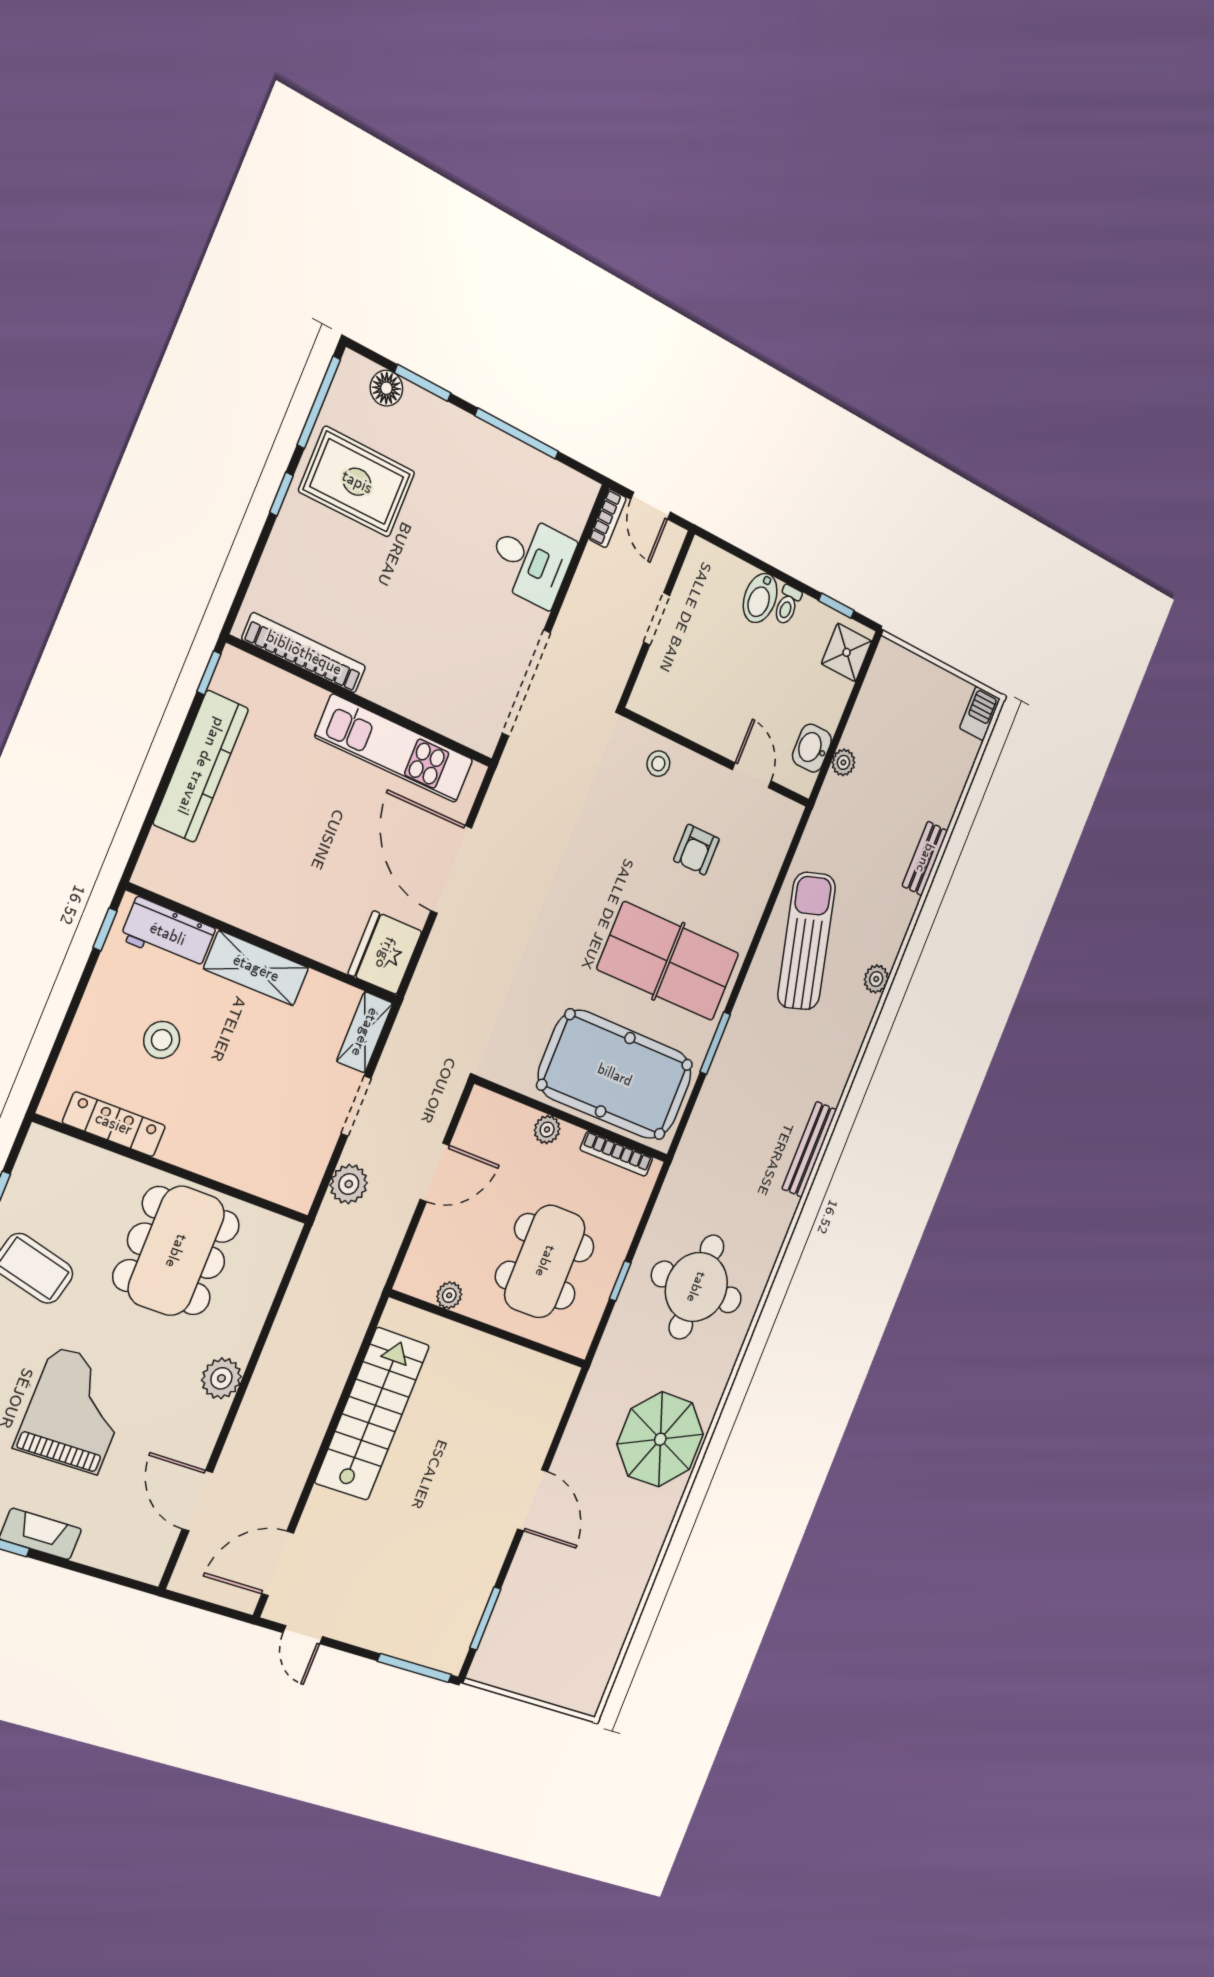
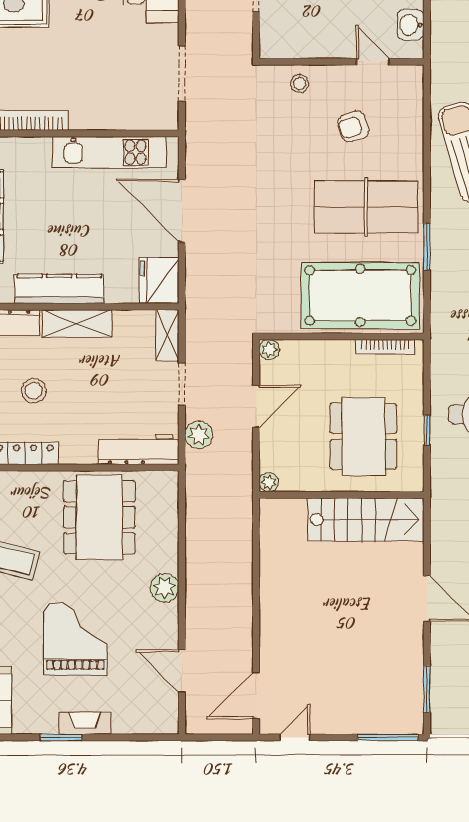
doorway: (526, 683) -> (182, 73), width x0.73
plant: (843, 762) -> (440, 24), removed
armchair: (696, 850) -> (354, 127), turned 73
kitchen counter: (253, 910) -> (59, 289), added
plant: (547, 1129) -> (269, 350), moved
workbench: (265, 1175) -> (139, 449), added
plant: (449, 1295) -> (269, 482), moved
stairs: (372, 1414) -> (365, 520), moved, turned 90
door: (303, 1635) -> (295, 737), swing flipped

